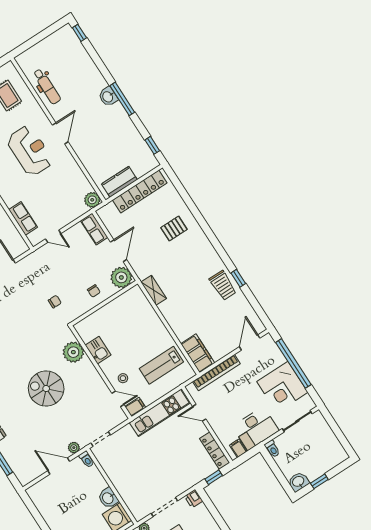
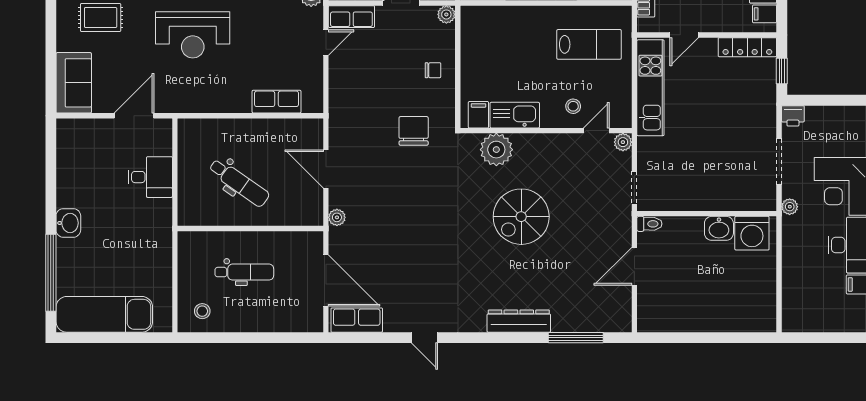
reception desk: (30, 151) -> (193, 35), turned 180
door: (53, 236) -> (326, 43), moved
plant: (121, 277) -> (446, 14), width x0.53, depth x0.53
chair: (55, 302) -> (414, 131), width x1.87, depth x1.87
kitchen sink: (98, 350) -> (515, 115), width x1.38
lab bench: (161, 365) -> (589, 44), turned -90
filing cabinet: (135, 407) -> (478, 115), moved
plant: (74, 448) -> (623, 142), moved

